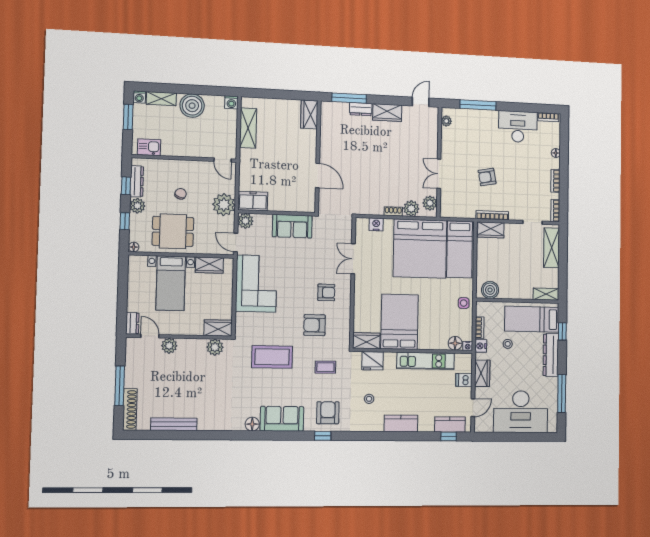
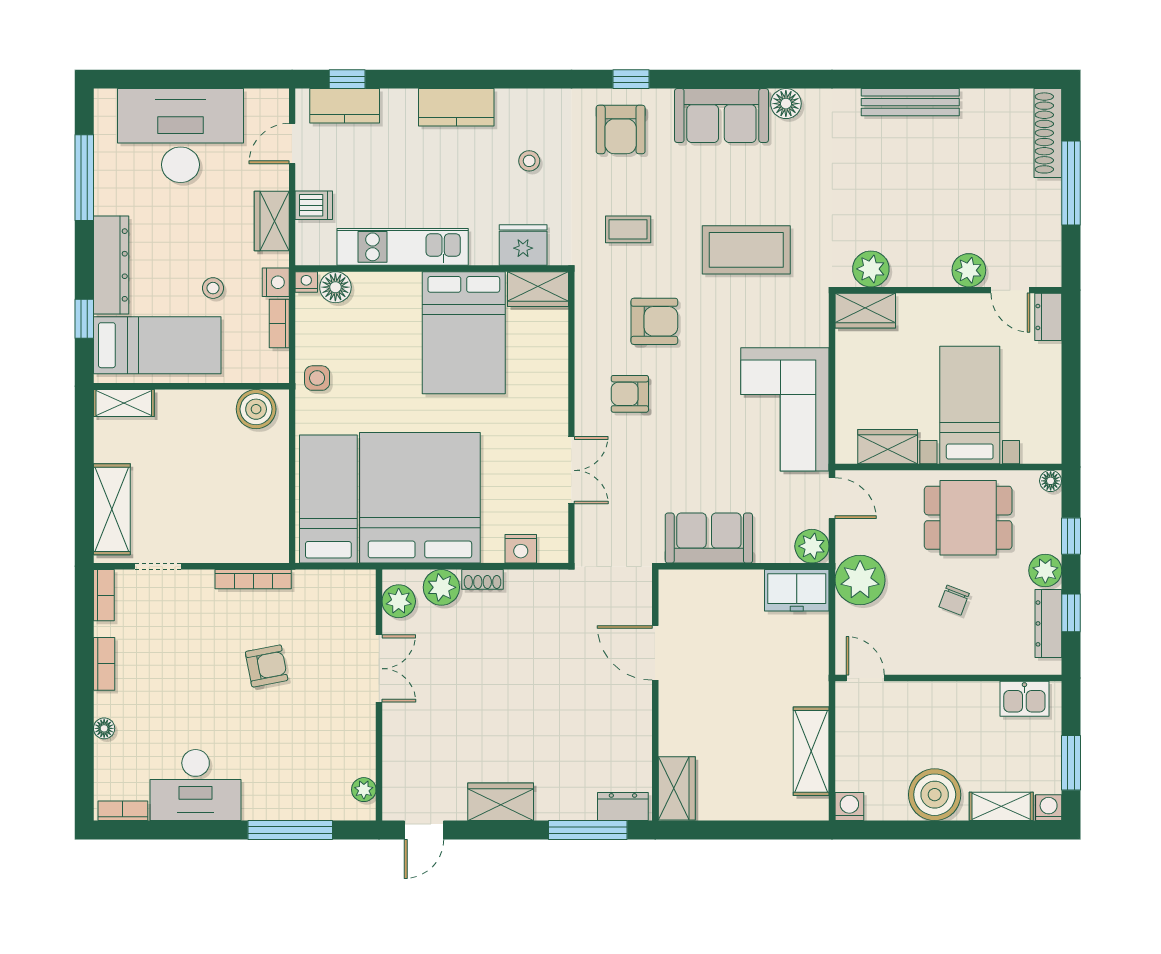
dresser: (361, 109) -> (623, 807), moved
wardrobe: (491, 230) -> (256, 546), removed
bench: (174, 424) -> (910, 102), moved

